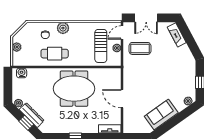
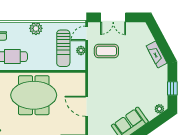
plant: (63, 28) -> (36, 28), moved
fireplace: (177, 35) -> (157, 54), moved

